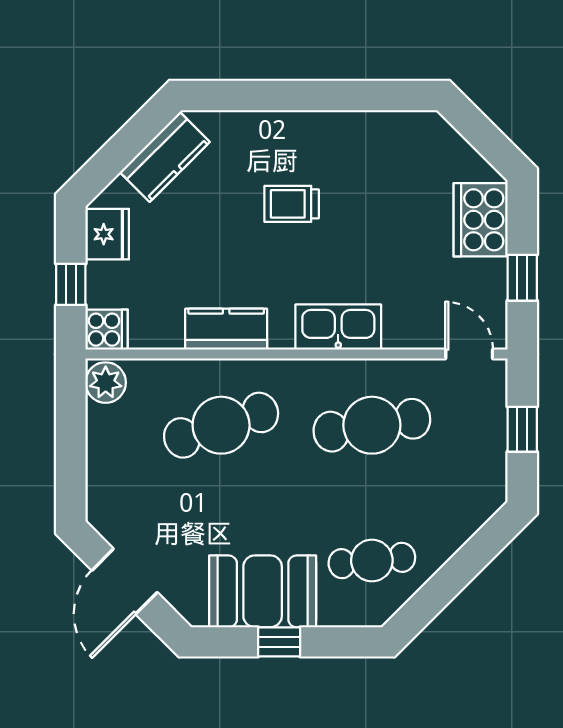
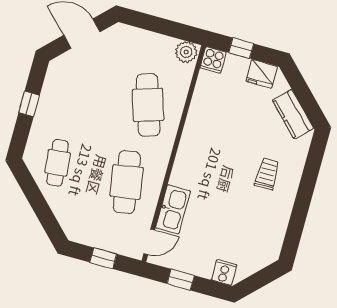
trolley: (292, 204) -> (267, 174), moved
cooker: (481, 220) -> (224, 272), width x0.53, depth x0.76
kitchen sink: (338, 327) -> (173, 209), moved
kitchen counter: (226, 329) -> (196, 121), removed
booth: (263, 591) -> (57, 103), removed

